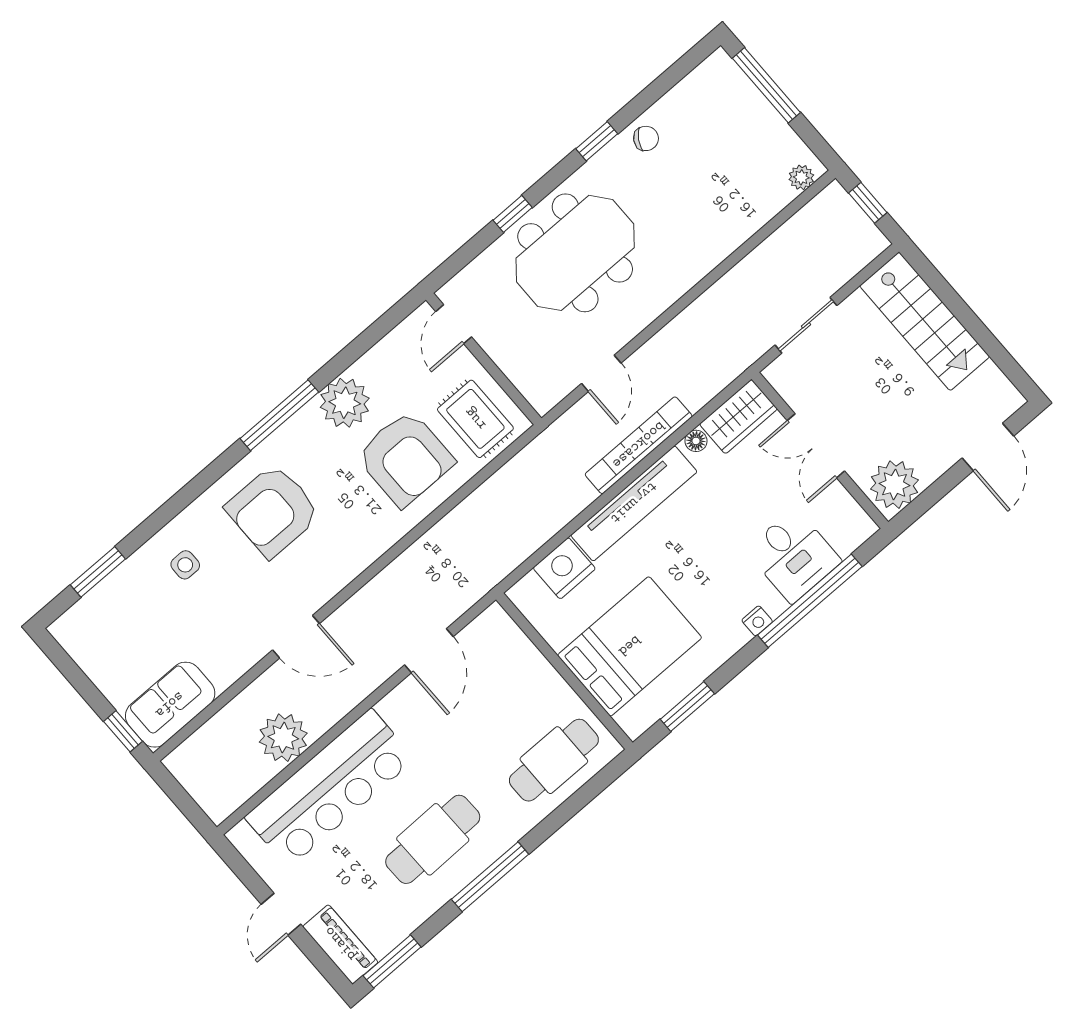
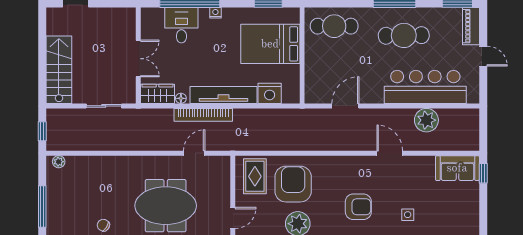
plant: (895, 485) -> (122, 19), removed
armchair: (273, 511) -> (358, 207), width x0.73, depth x0.73
door: (281, 914) -> (483, 56), hinge flipped

